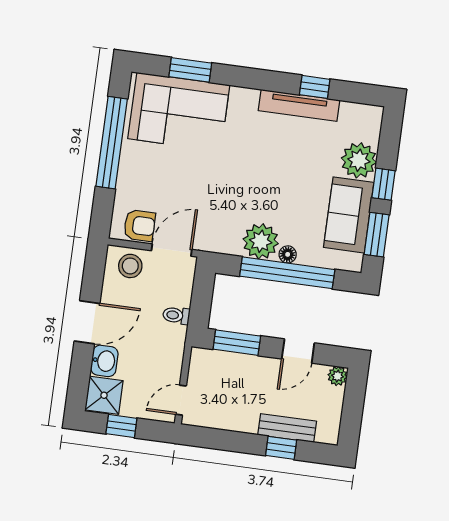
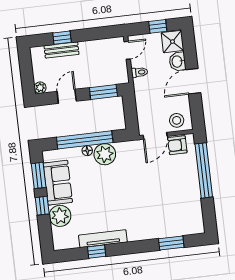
corner sofa: (179, 112) -> (172, 217), removed
window: (112, 143) -> (204, 170), moved
toilet: (176, 315) -> (139, 72), moved

